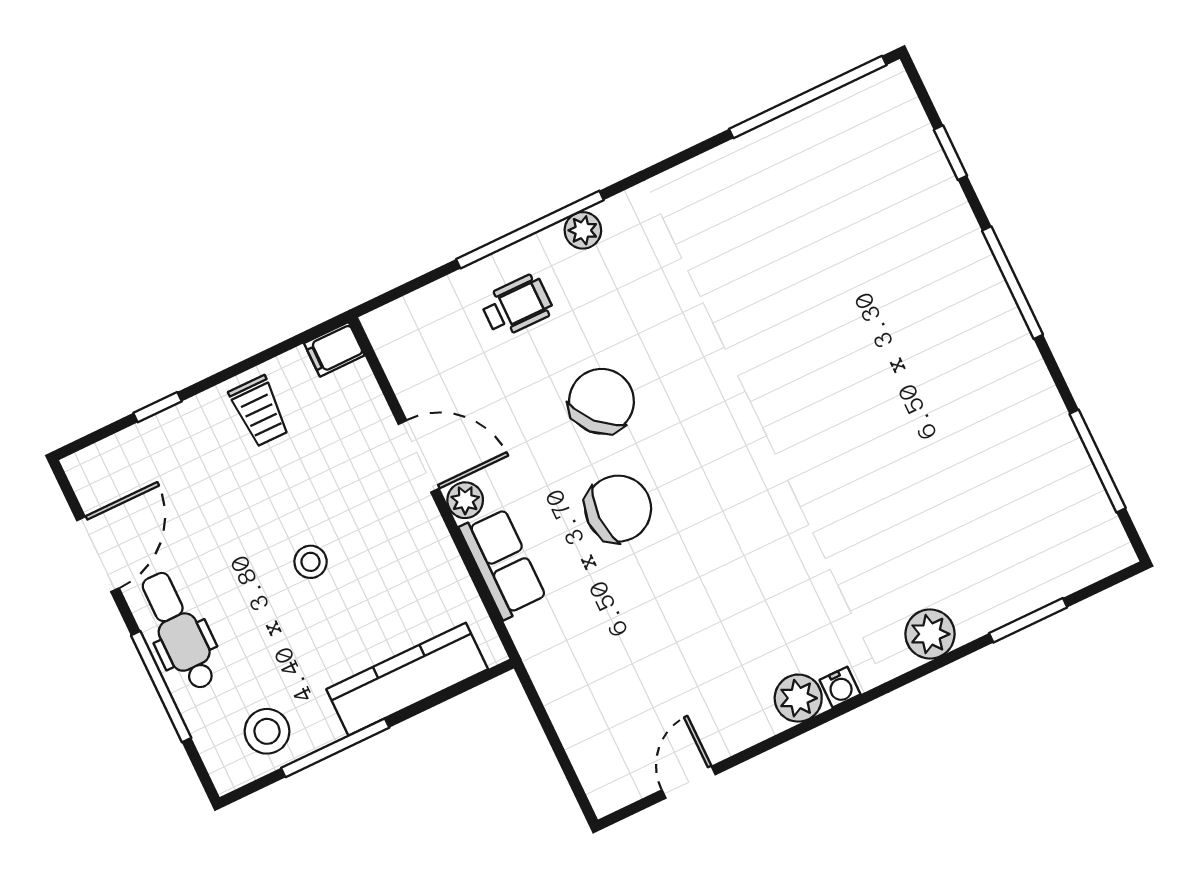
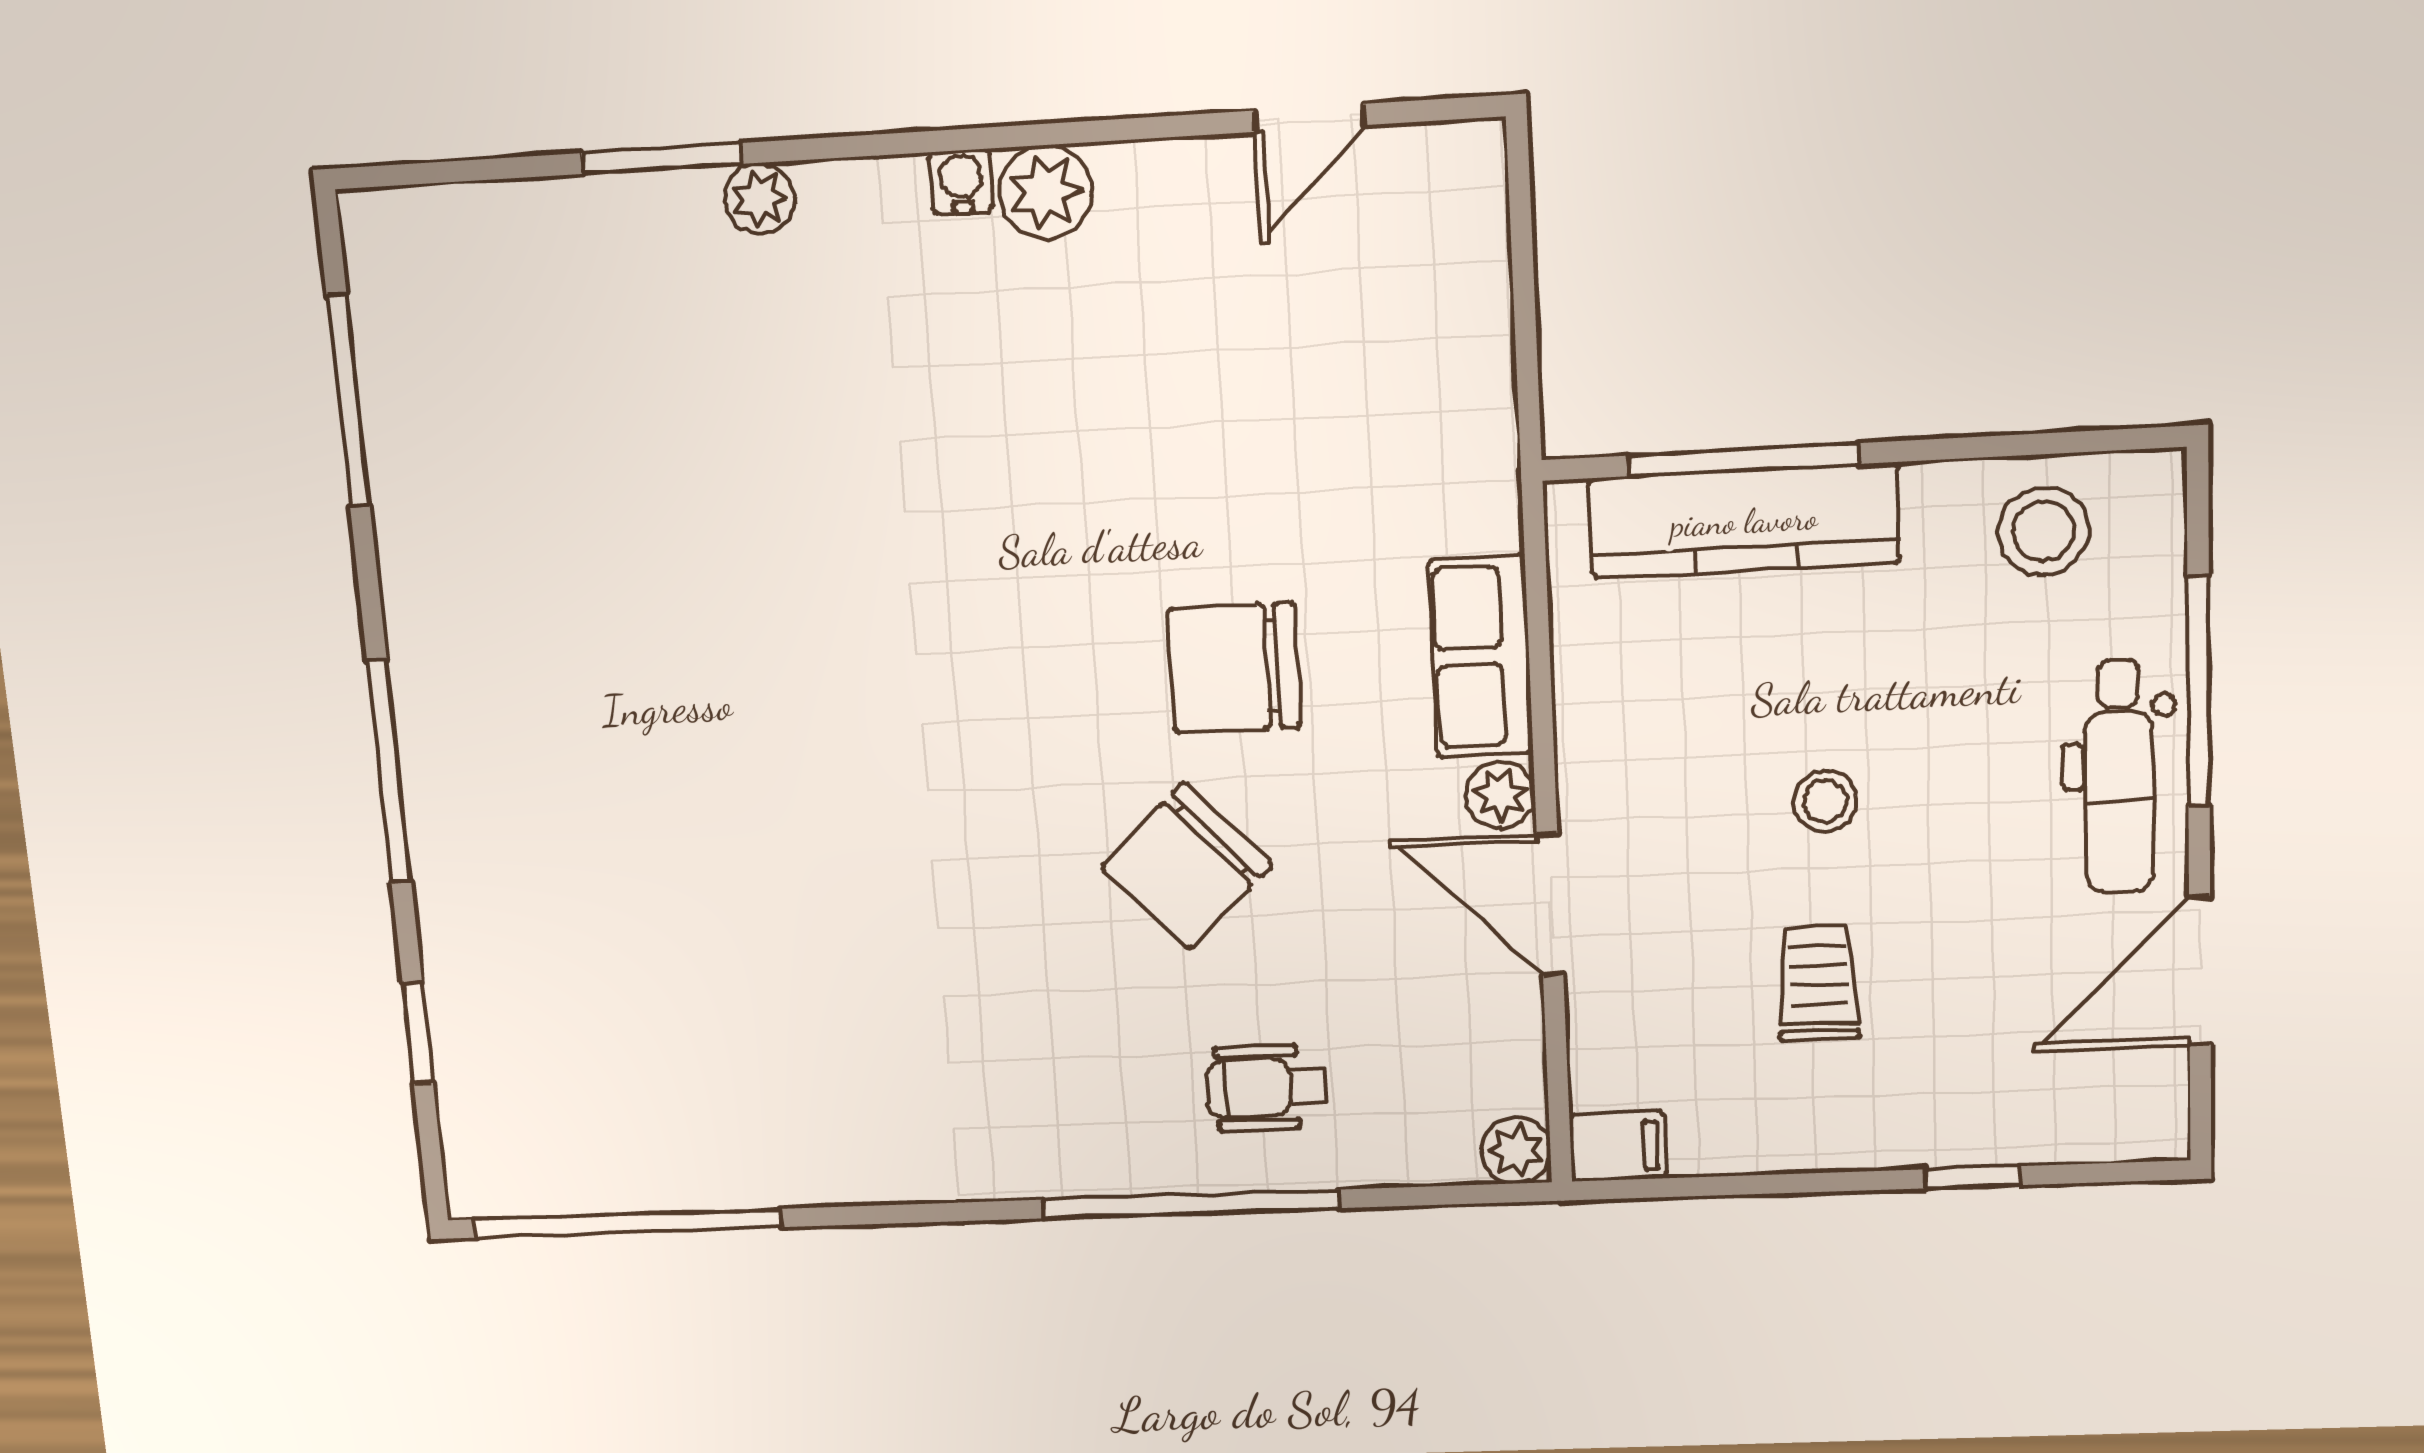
plant: (583, 230) -> (1516, 1150), moved
trolley: (259, 411) -> (1818, 983), moved
window: (1028, 620) -> (661, 159), moved
plant: (930, 634) -> (760, 199), width x0.73, depth x0.73
window: (335, 748) -> (1744, 460), moved

